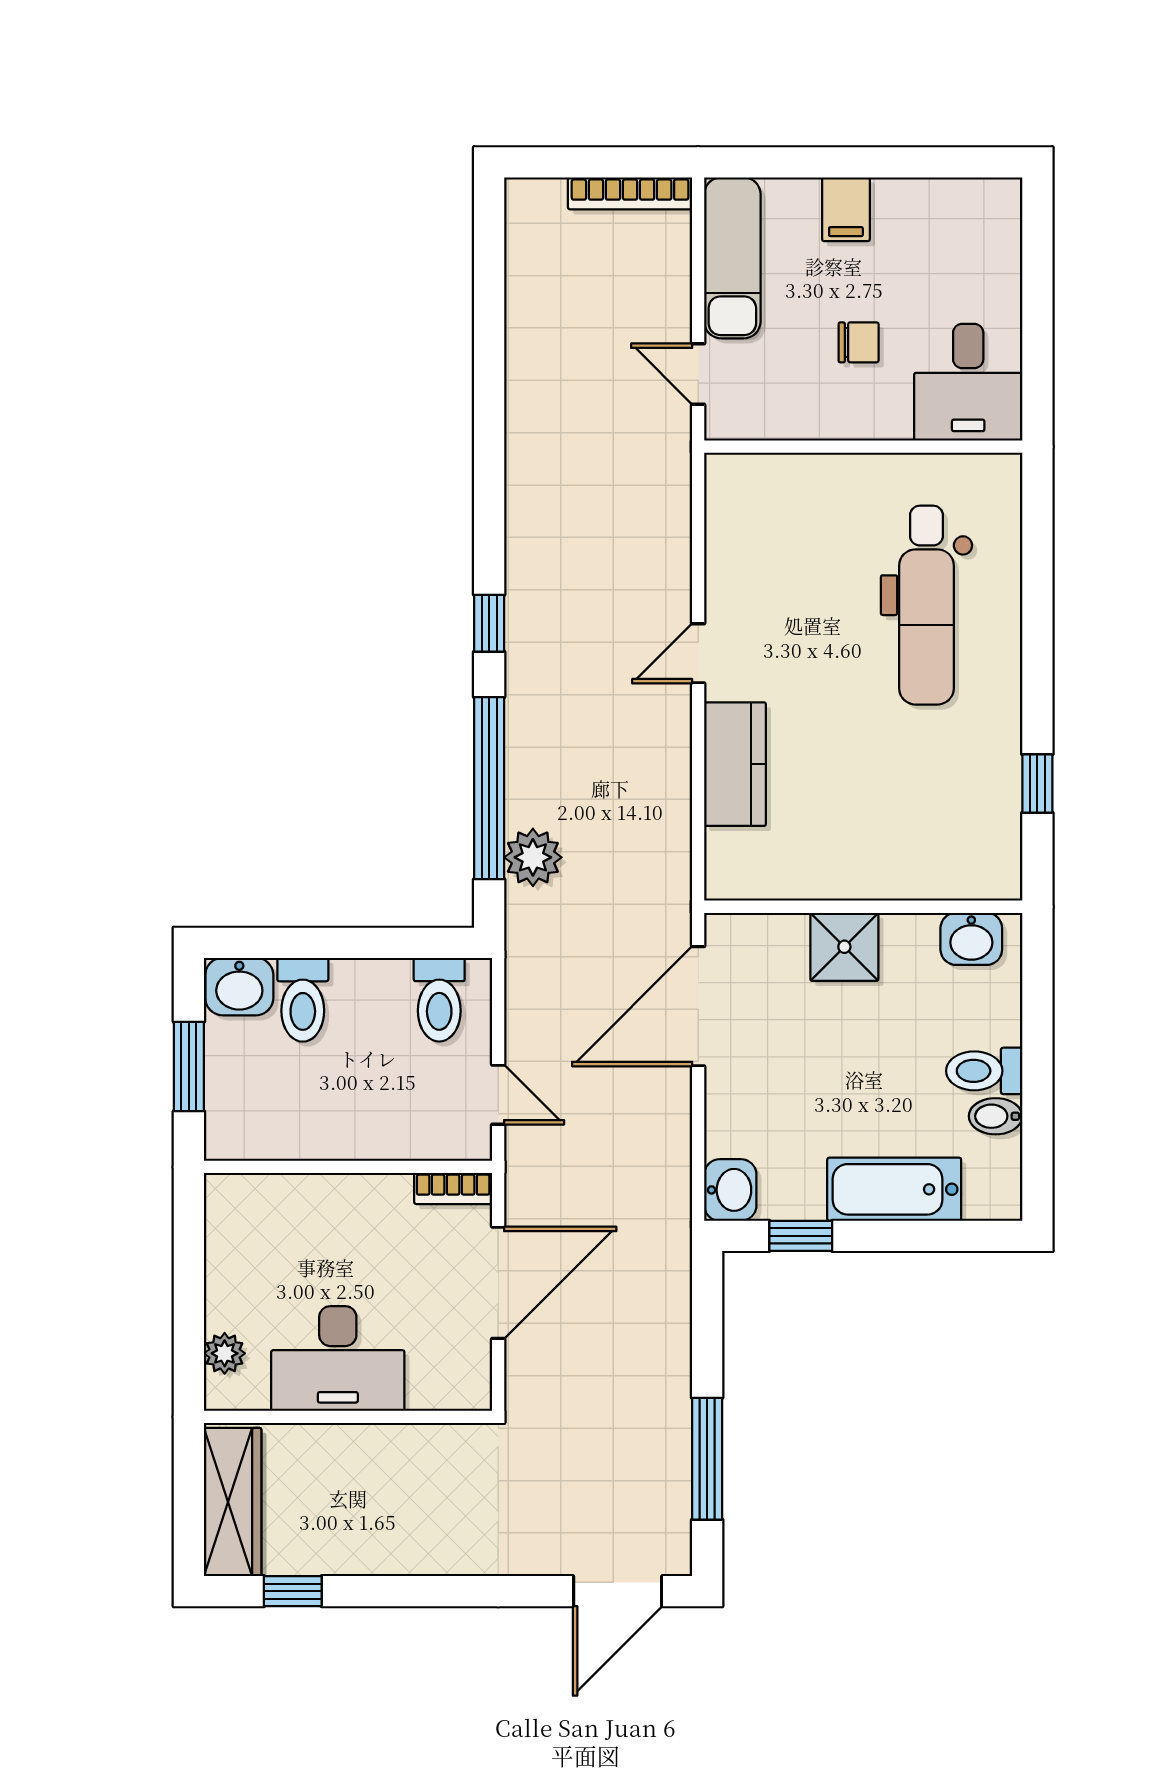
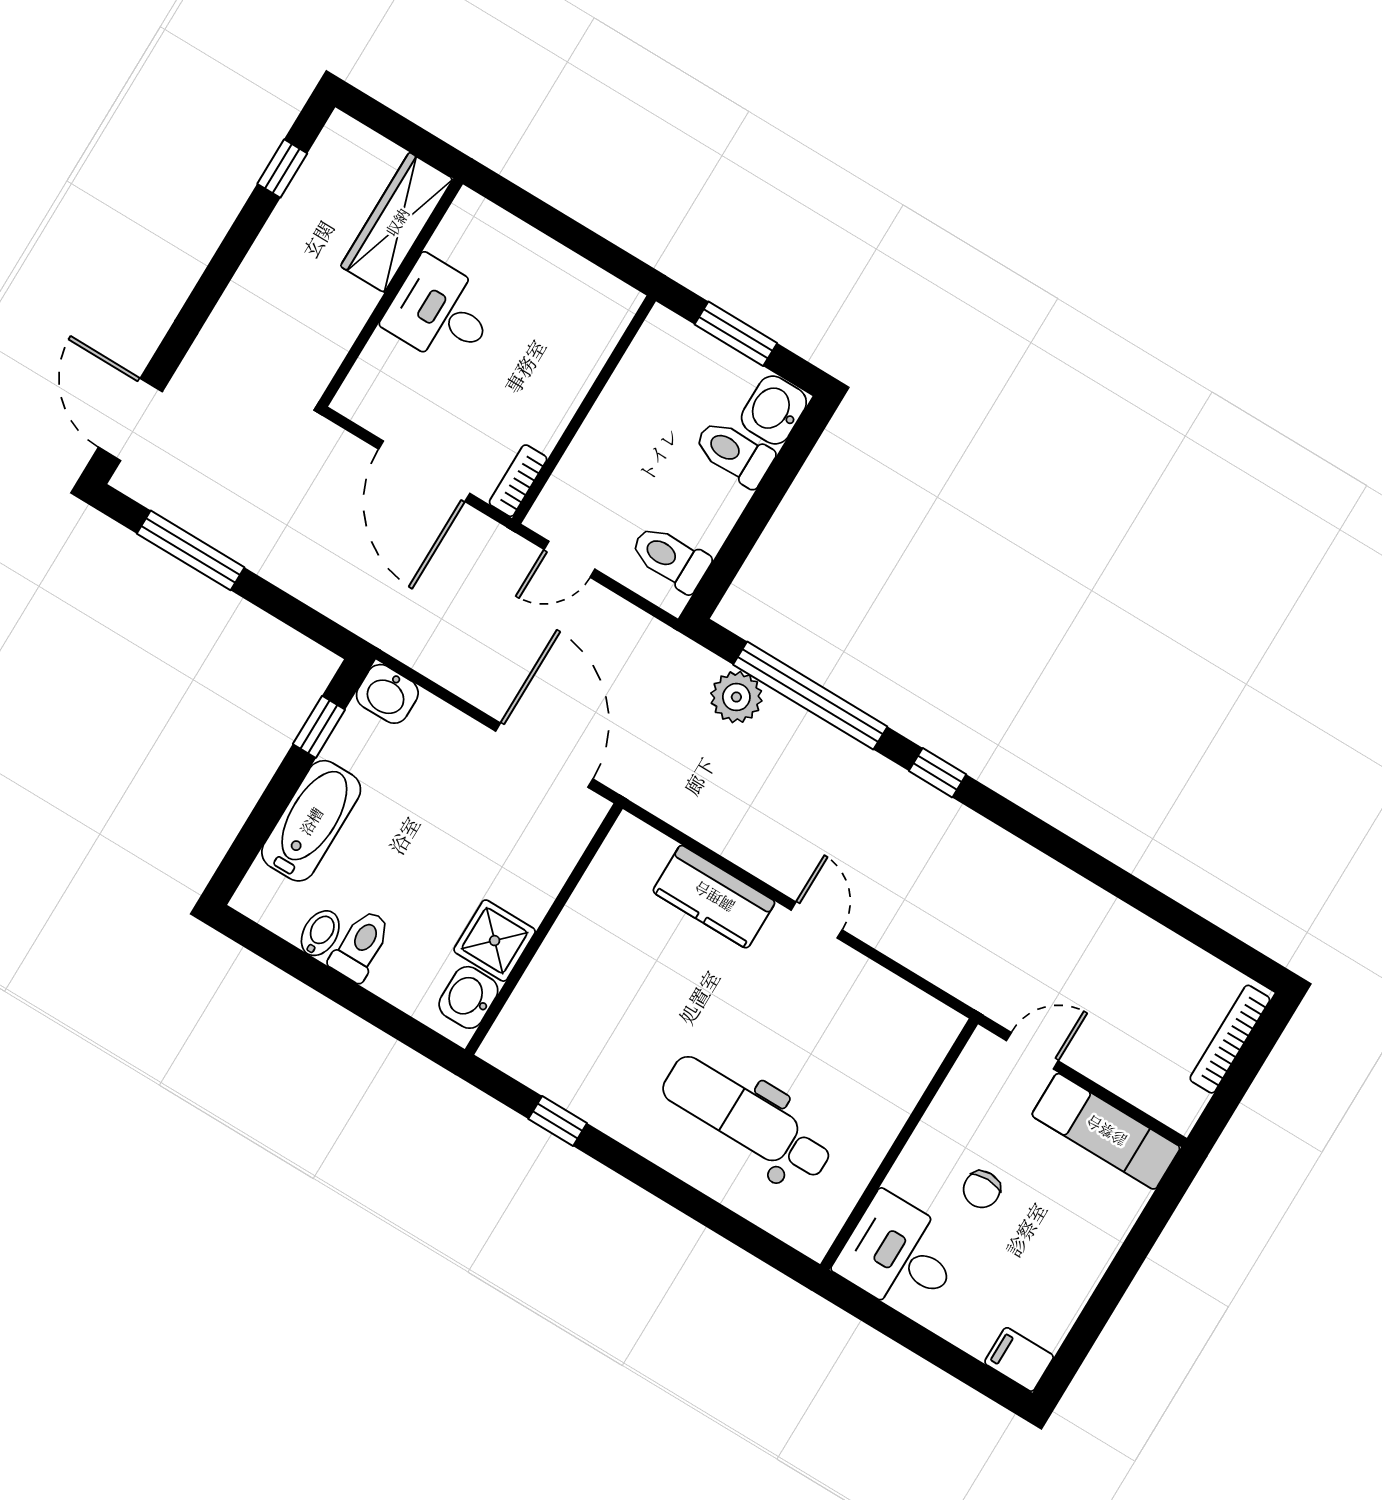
bookcase: (630, 193) -> (1230, 1039), moved
filing cabinet: (846, 209) -> (1019, 1359), moved
shower: (844, 947) -> (495, 941), moved
plant: (225, 1353) -> (498, 227), removed
desk: (338, 1359) -> (441, 312), width x0.73
wardrobe: (233, 1502) -> (397, 222), moved, turned 90

